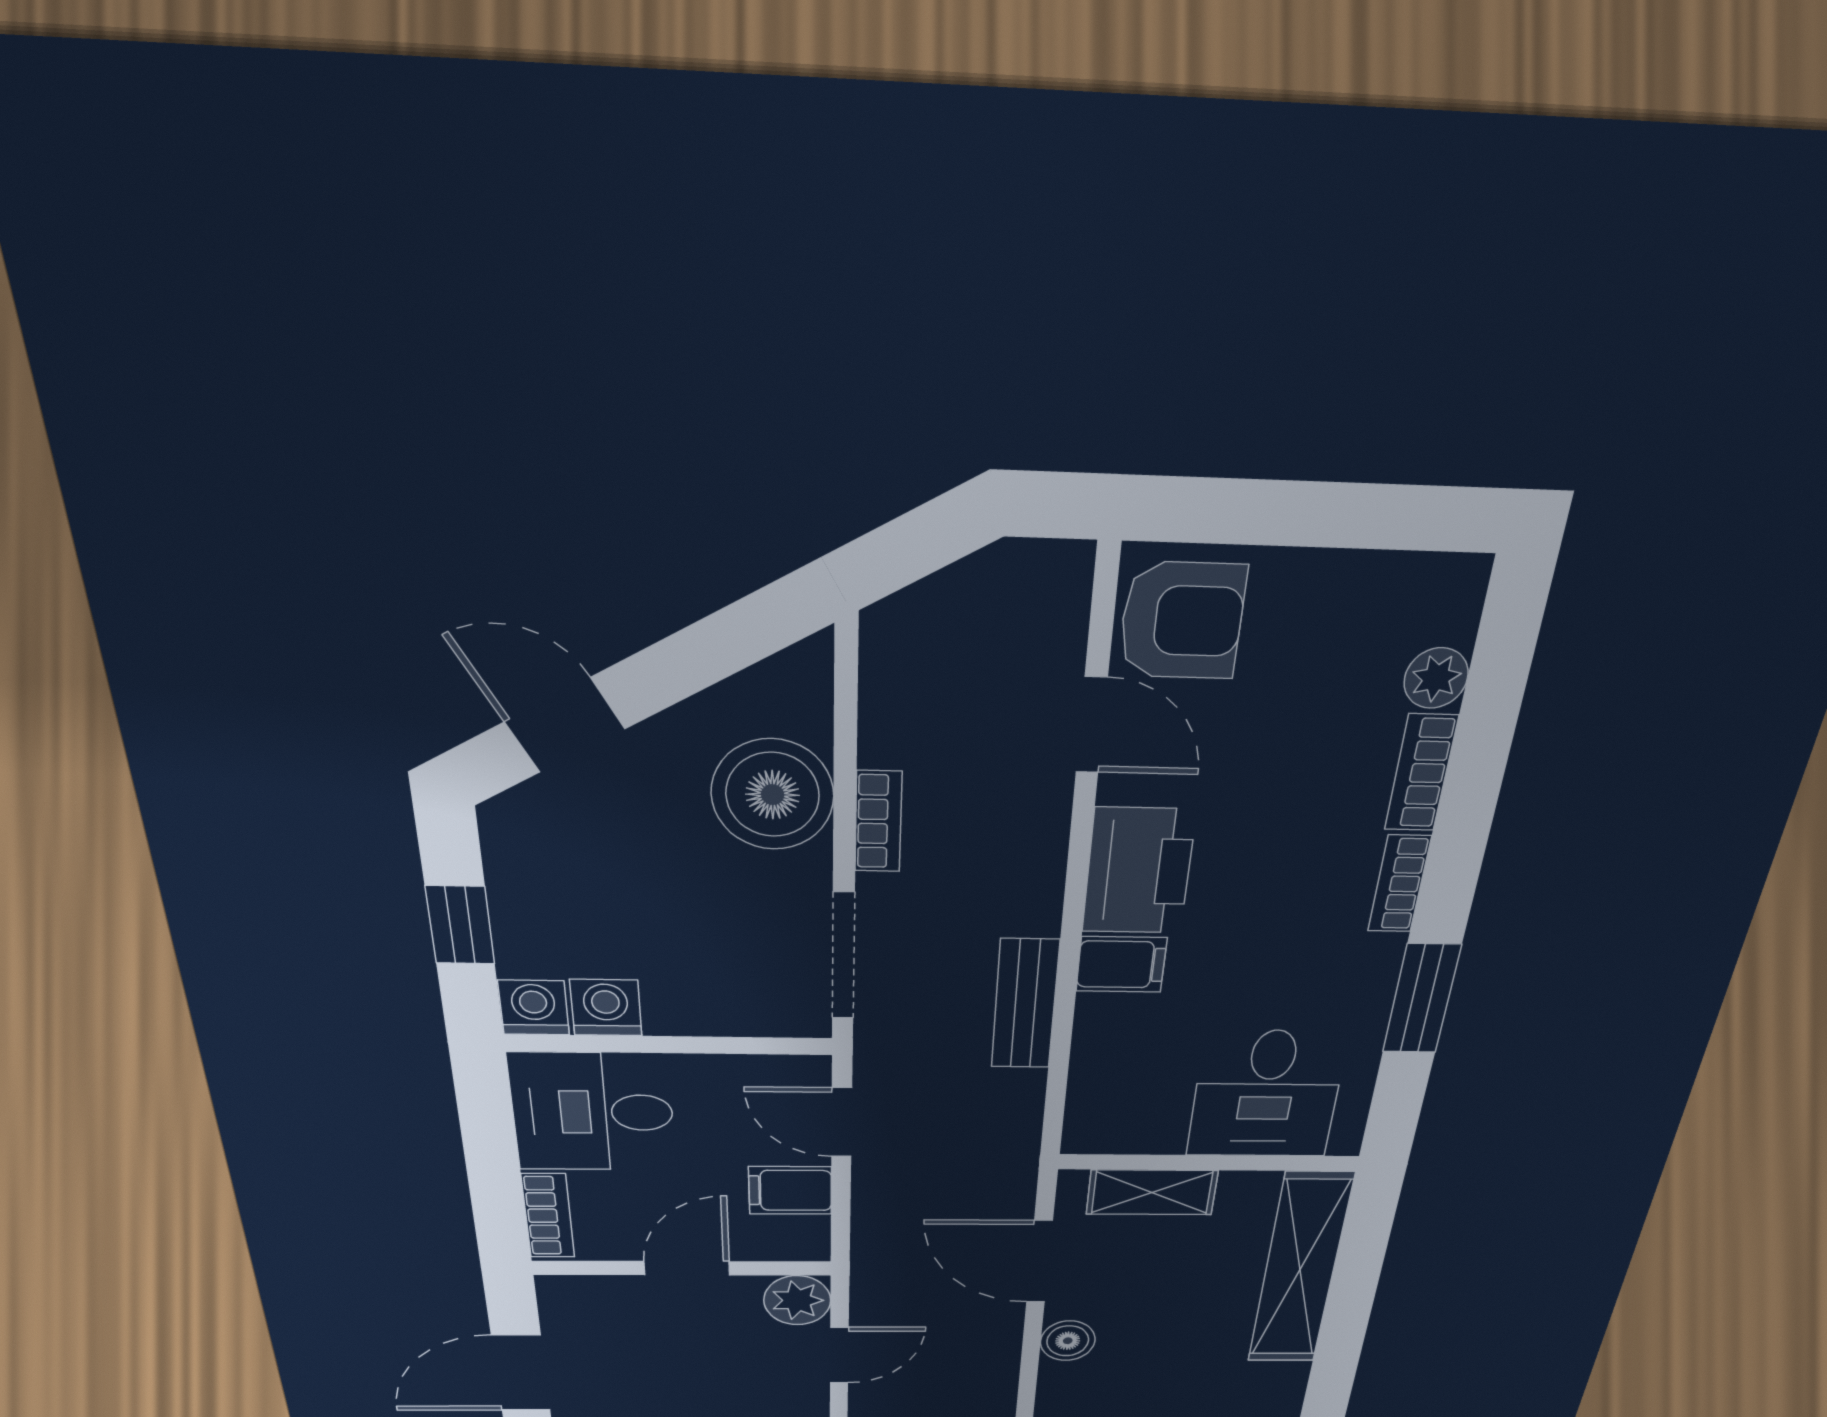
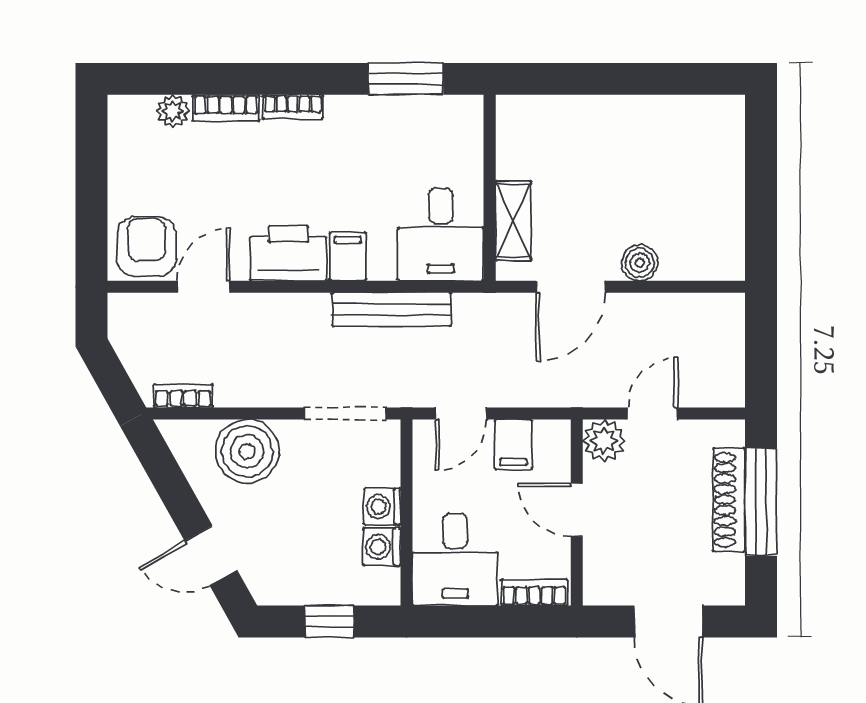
door: (565, 725) -> (211, 556), hinge flipped
bookcase: (878, 822) -> (183, 396), moved
window: (1422, 999) -> (406, 79), moved
bench: (1025, 1004) -> (391, 309), width x1.36
washing machine: (534, 1008) -> (382, 507), moved
desk: (1266, 1094) -> (441, 235), moved, turned 90
shelving: (1300, 1269) -> (577, 117), removed
door: (839, 1355) -> (653, 414), hinge flipped

